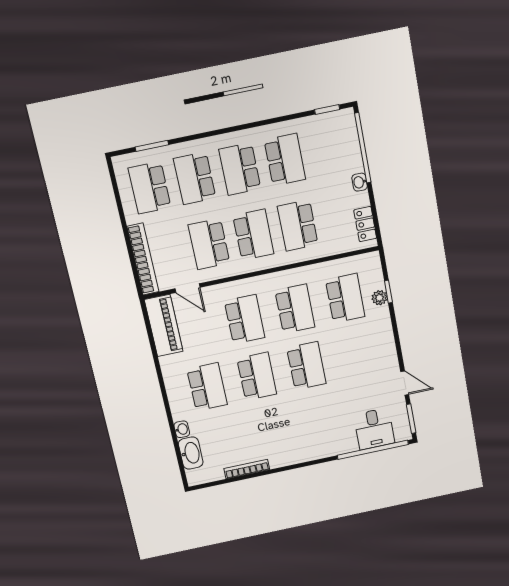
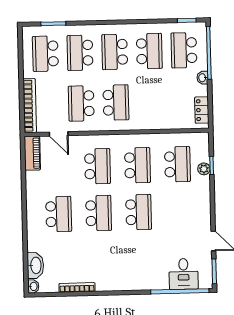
school desk: (298, 225) -> (184, 50), moved
piano: (164, 326) -> (32, 153), width x0.73, depth x0.75
washbasin: (182, 429) -> (33, 286), moved

